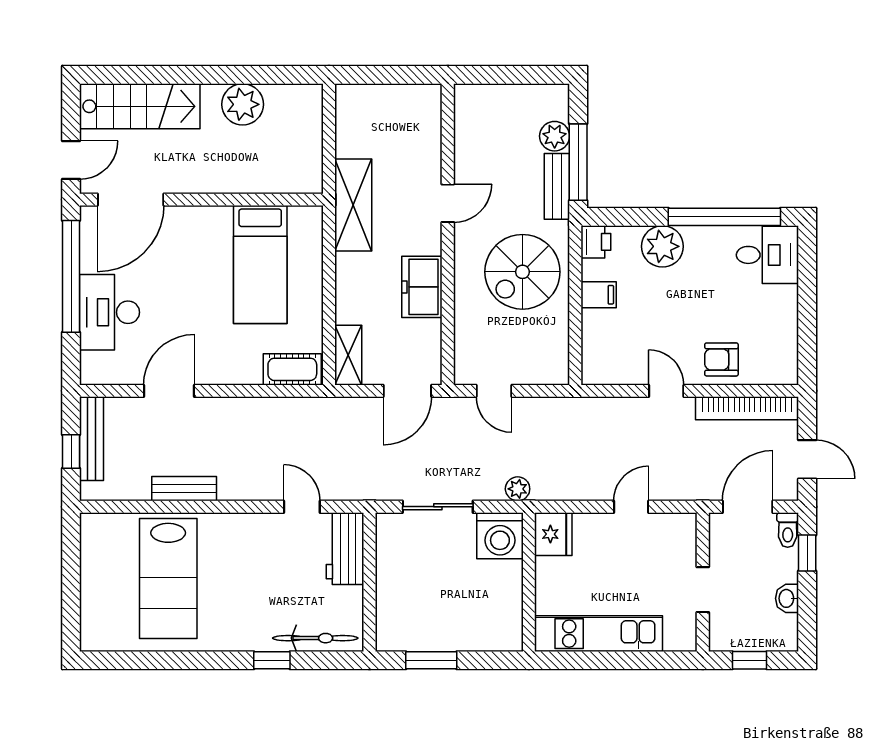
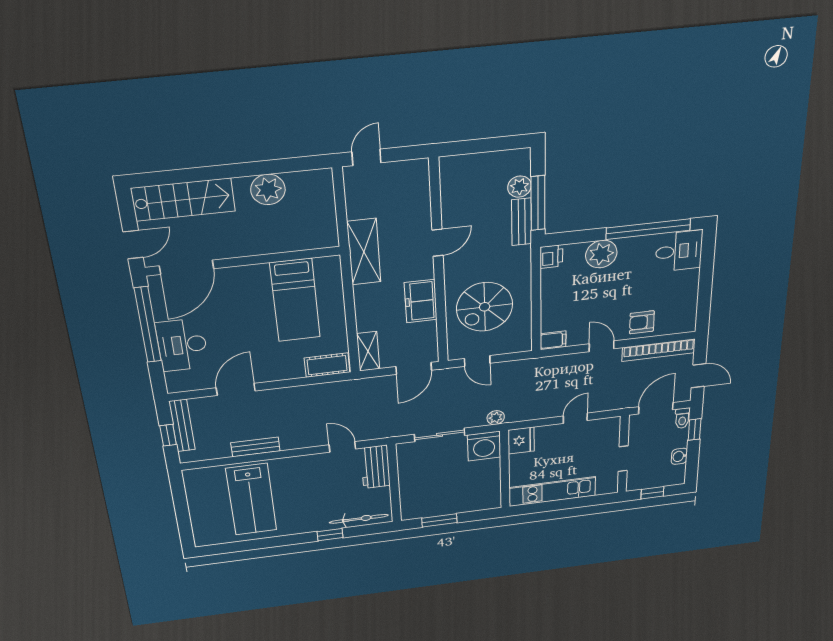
door: (366, 75) -> (366, 157), added
spiral stairs: (522, 272) -> (485, 307), moved
filing cabinet: (599, 295) -> (553, 340), moved

